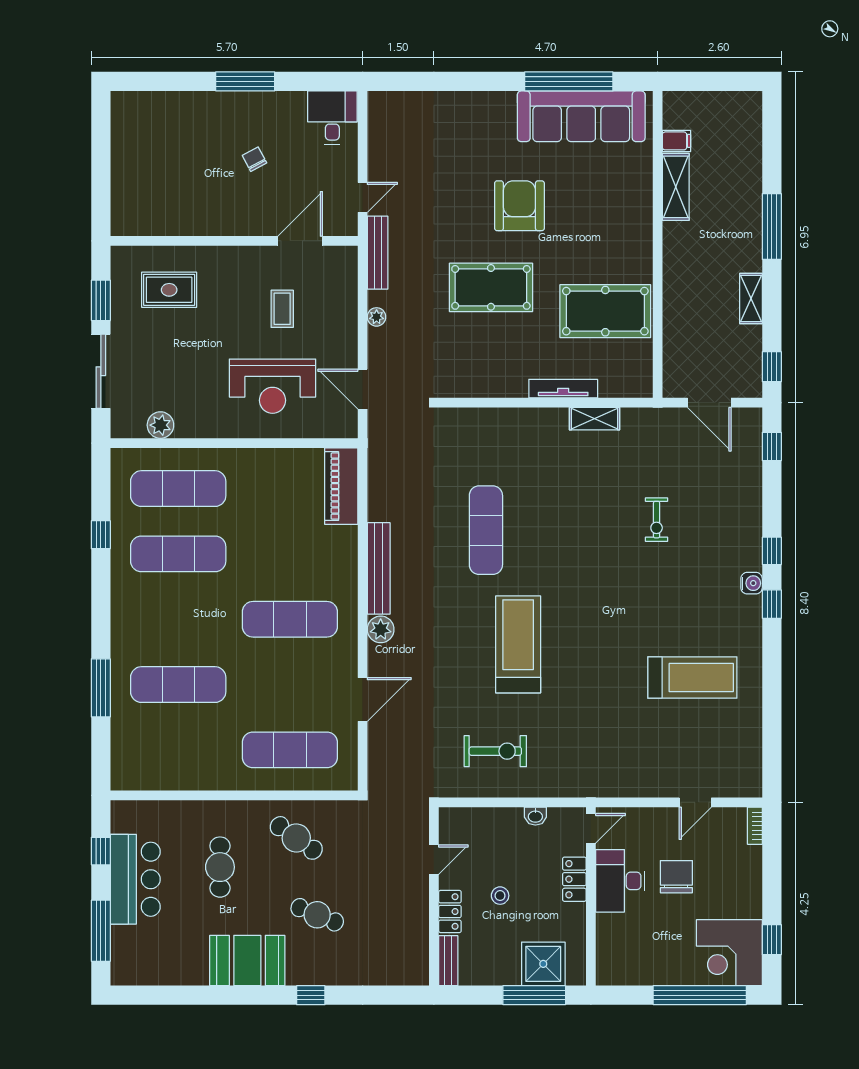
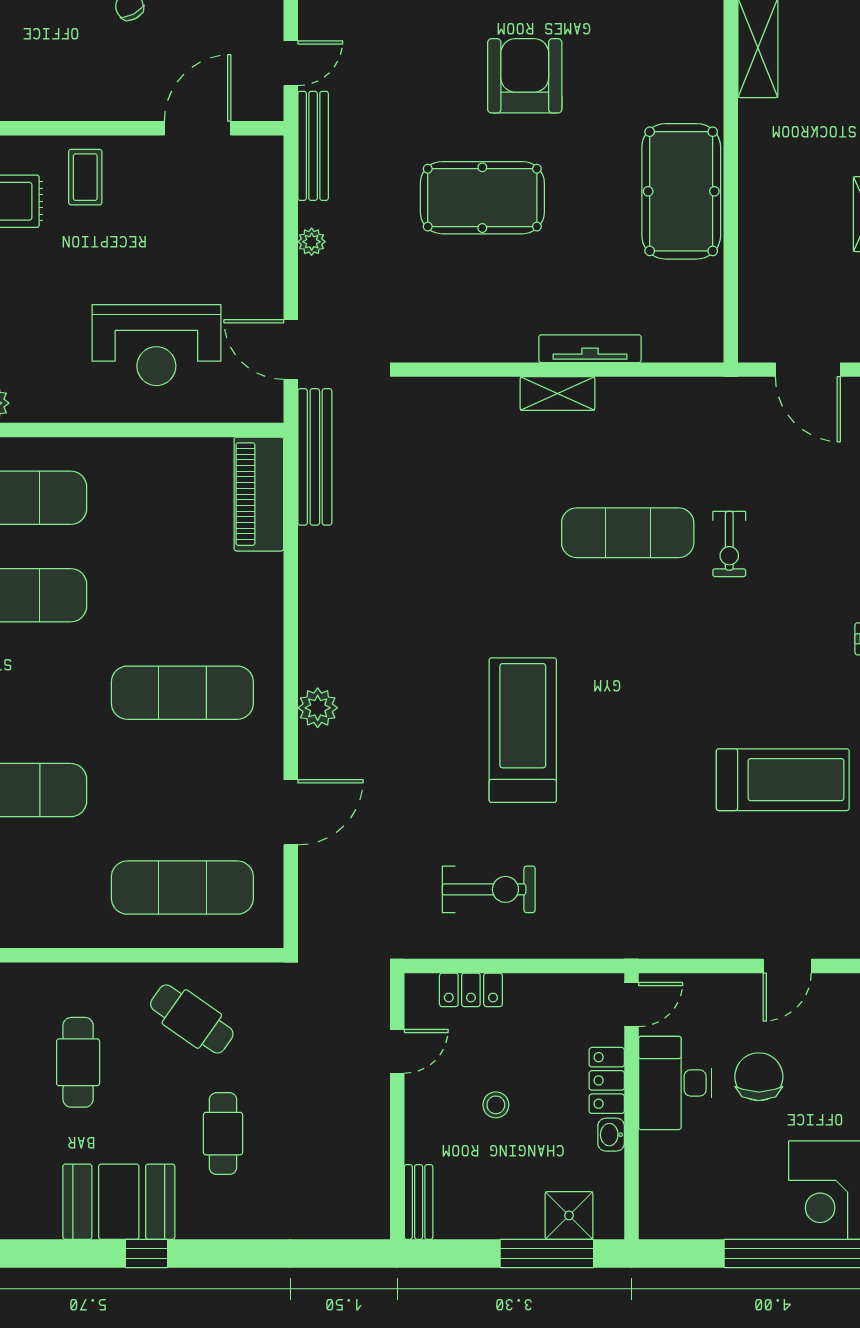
coffee table: (282, 309) -> (85, 177), moved
pool table: (605, 311) -> (681, 191), moved, turned 90
shelving: (594, 419) -> (558, 394), moved
exercise mat: (486, 530) -> (628, 533), moved, turned 90
bench: (379, 568) -> (315, 457), moved
washbasin: (535, 816) -> (611, 1135), moved, turned 90
locker: (450, 911) -> (471, 990), moved, turned 90
cafe table: (317, 915) -> (223, 1134), turned 68
shower: (543, 964) -> (569, 1215), width x0.73, depth x0.73
window: (311, 995) -> (146, 1253), moved

